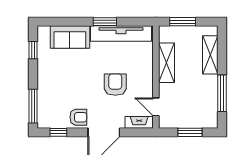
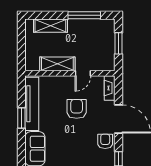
window: (183, 22) -> (21, 50), removed
armchair: (115, 85) -> (77, 109), turned 90
door: (156, 107) -> (83, 73), moved

